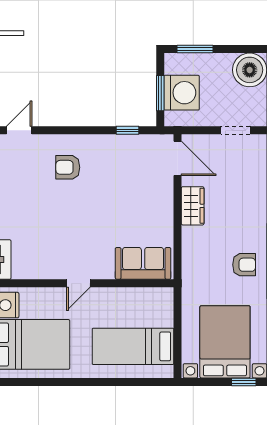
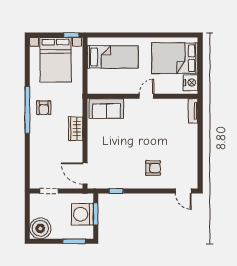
door: (19, 130) -> (183, 191), hinge flipped
wardrobe: (193, 206) -> (76, 129), moved
armchair: (244, 265) -> (44, 108), turned -90
window: (244, 382) -> (71, 35), moved

